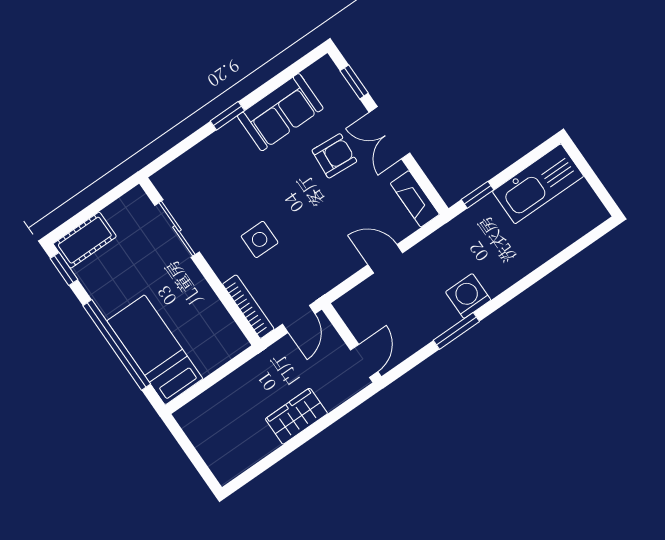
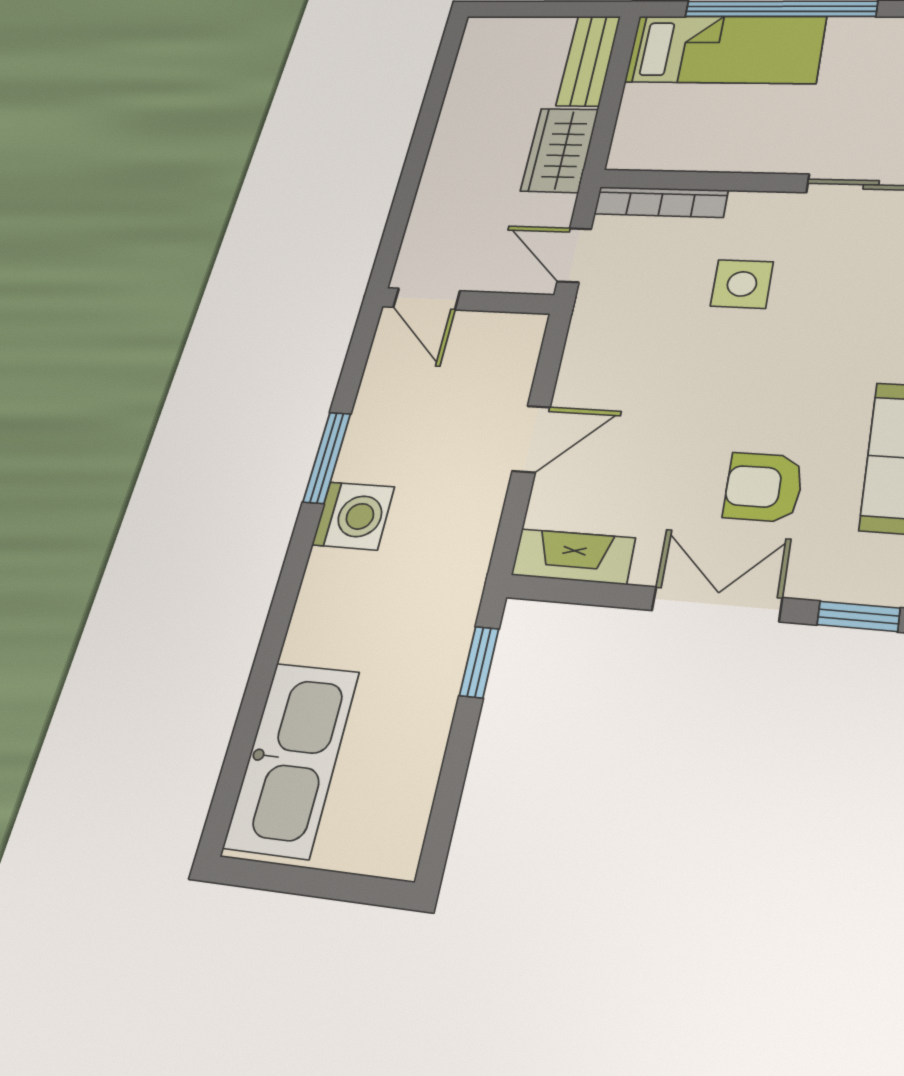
armchair: (334, 156) -> (763, 487), turned 86
kitchen sink: (538, 184) -> (292, 759), moved, turned 180
bench: (204, 406) -> (589, 61), added
wardrobe: (296, 416) -> (560, 150), moved, turned 180

